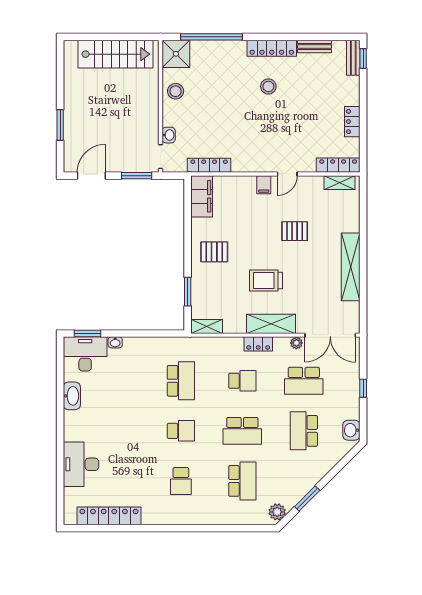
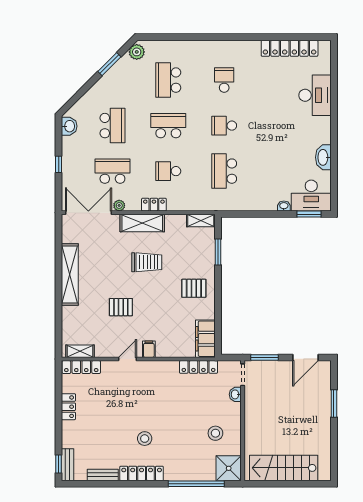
stool: (176, 91) -> (215, 433), moved

